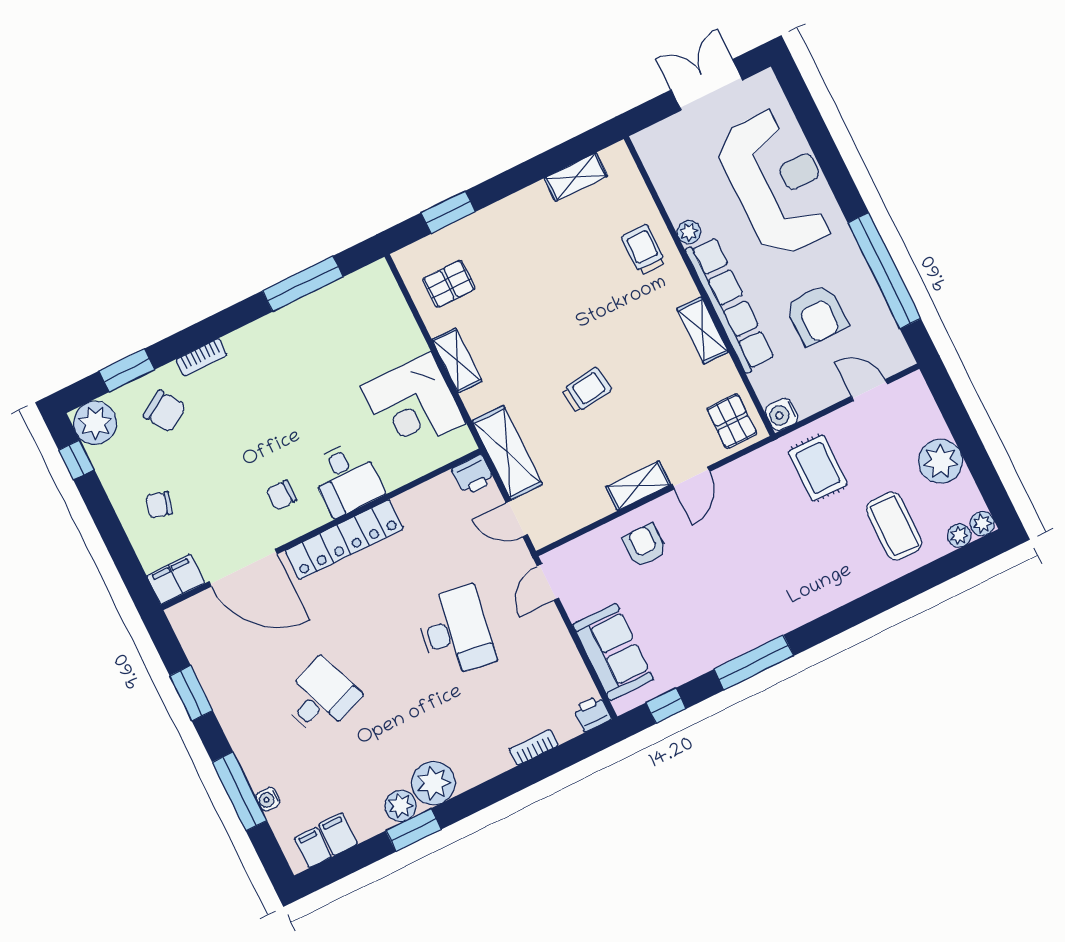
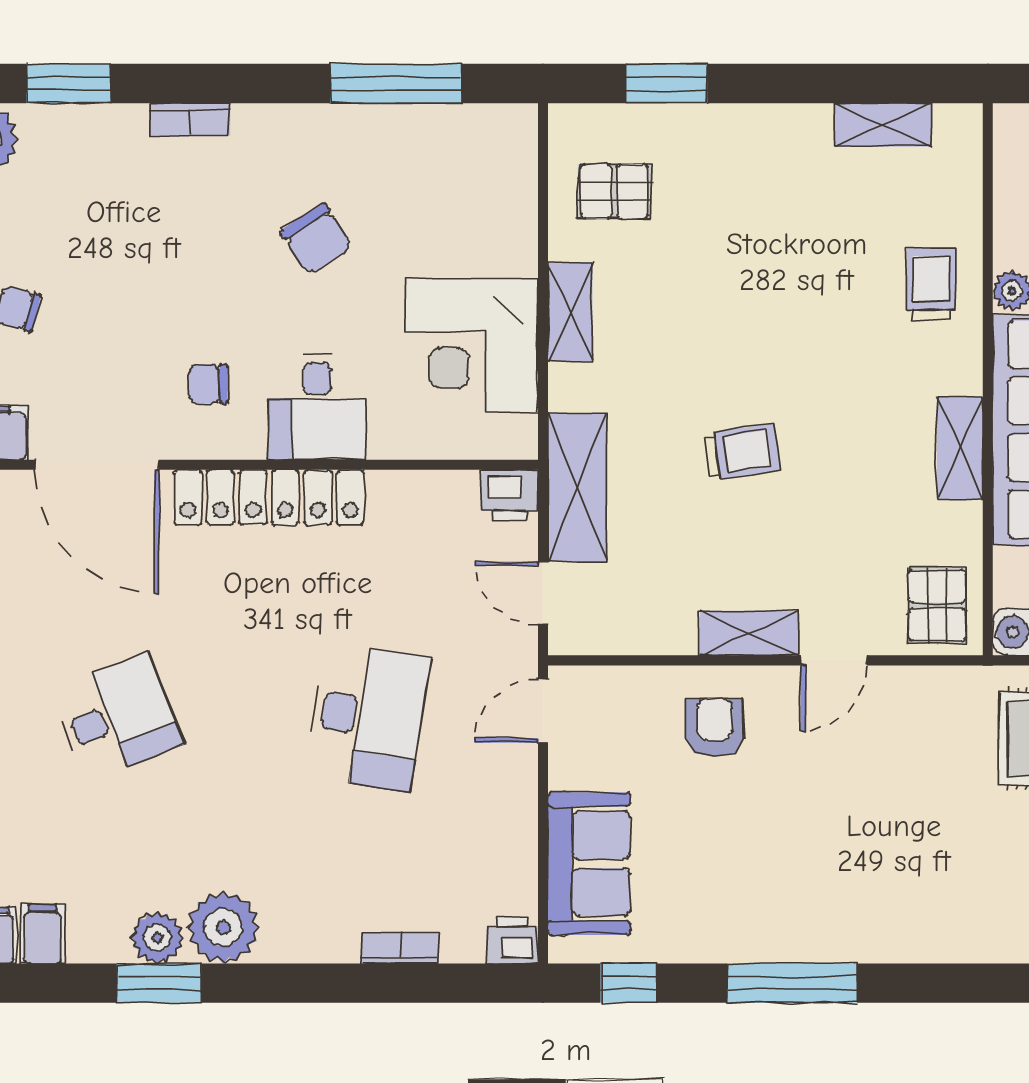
chair: (165, 411) -> (316, 239), moved

